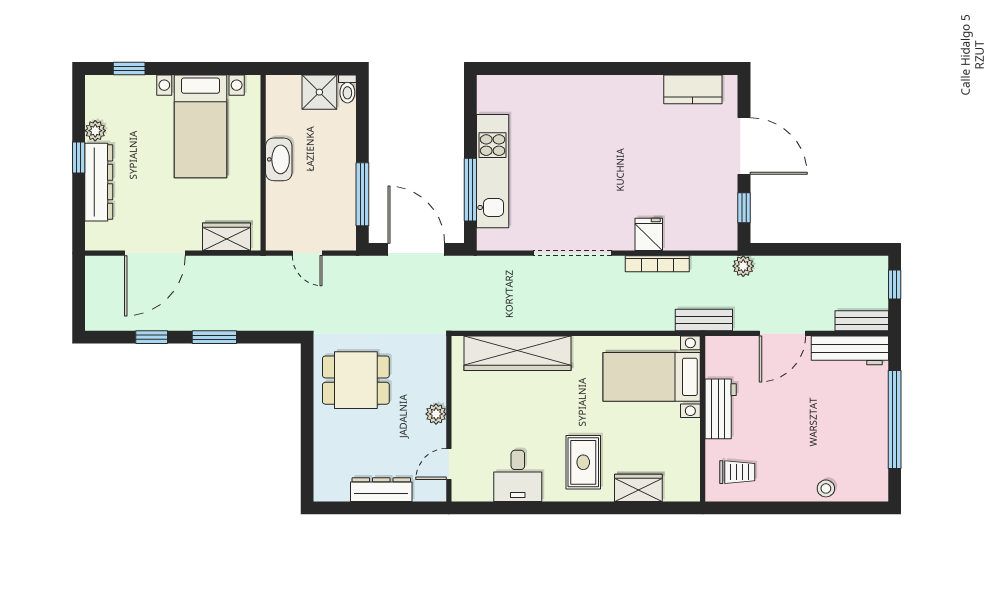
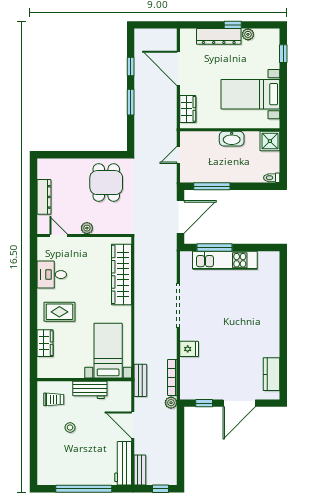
shower: (319, 92) -> (270, 141), moved
bookcase: (657, 264) -> (172, 377), moved
trolley: (737, 472) -> (54, 399), turned -90
stool: (826, 488) -> (70, 427), moved

